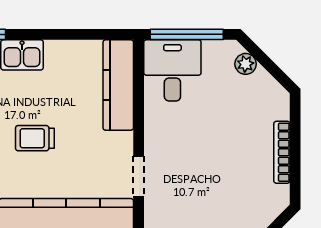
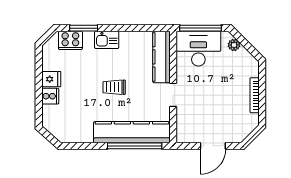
desk: (172, 70) -> (198, 49), width x1.37
doorway: (139, 176) -> (173, 95), moved

